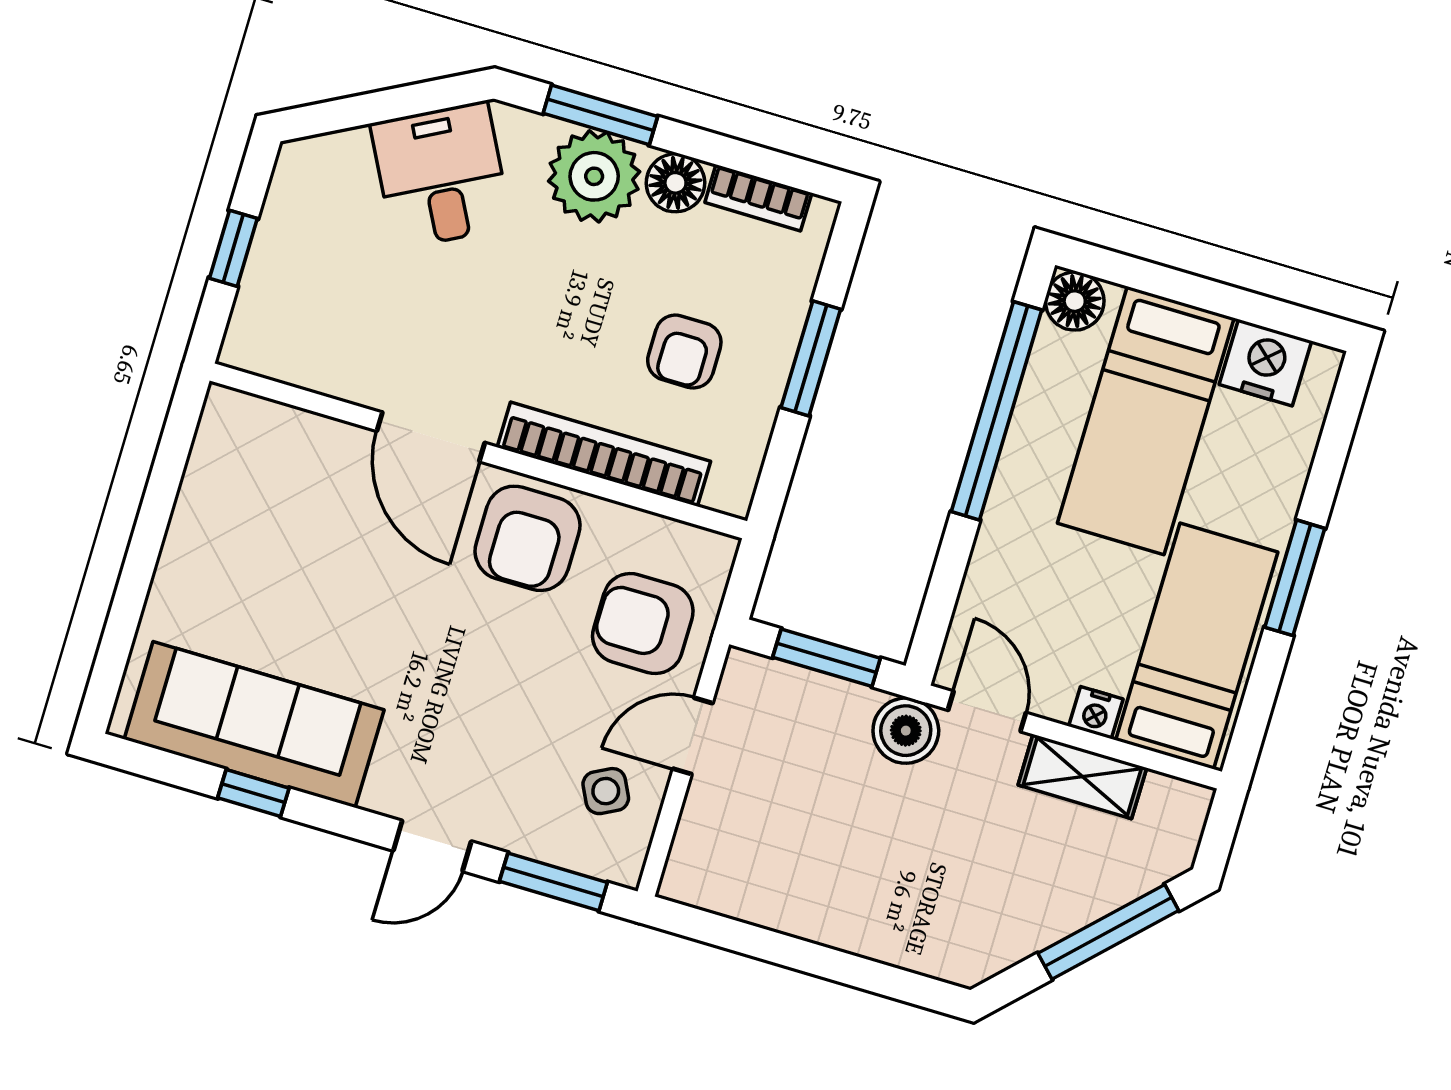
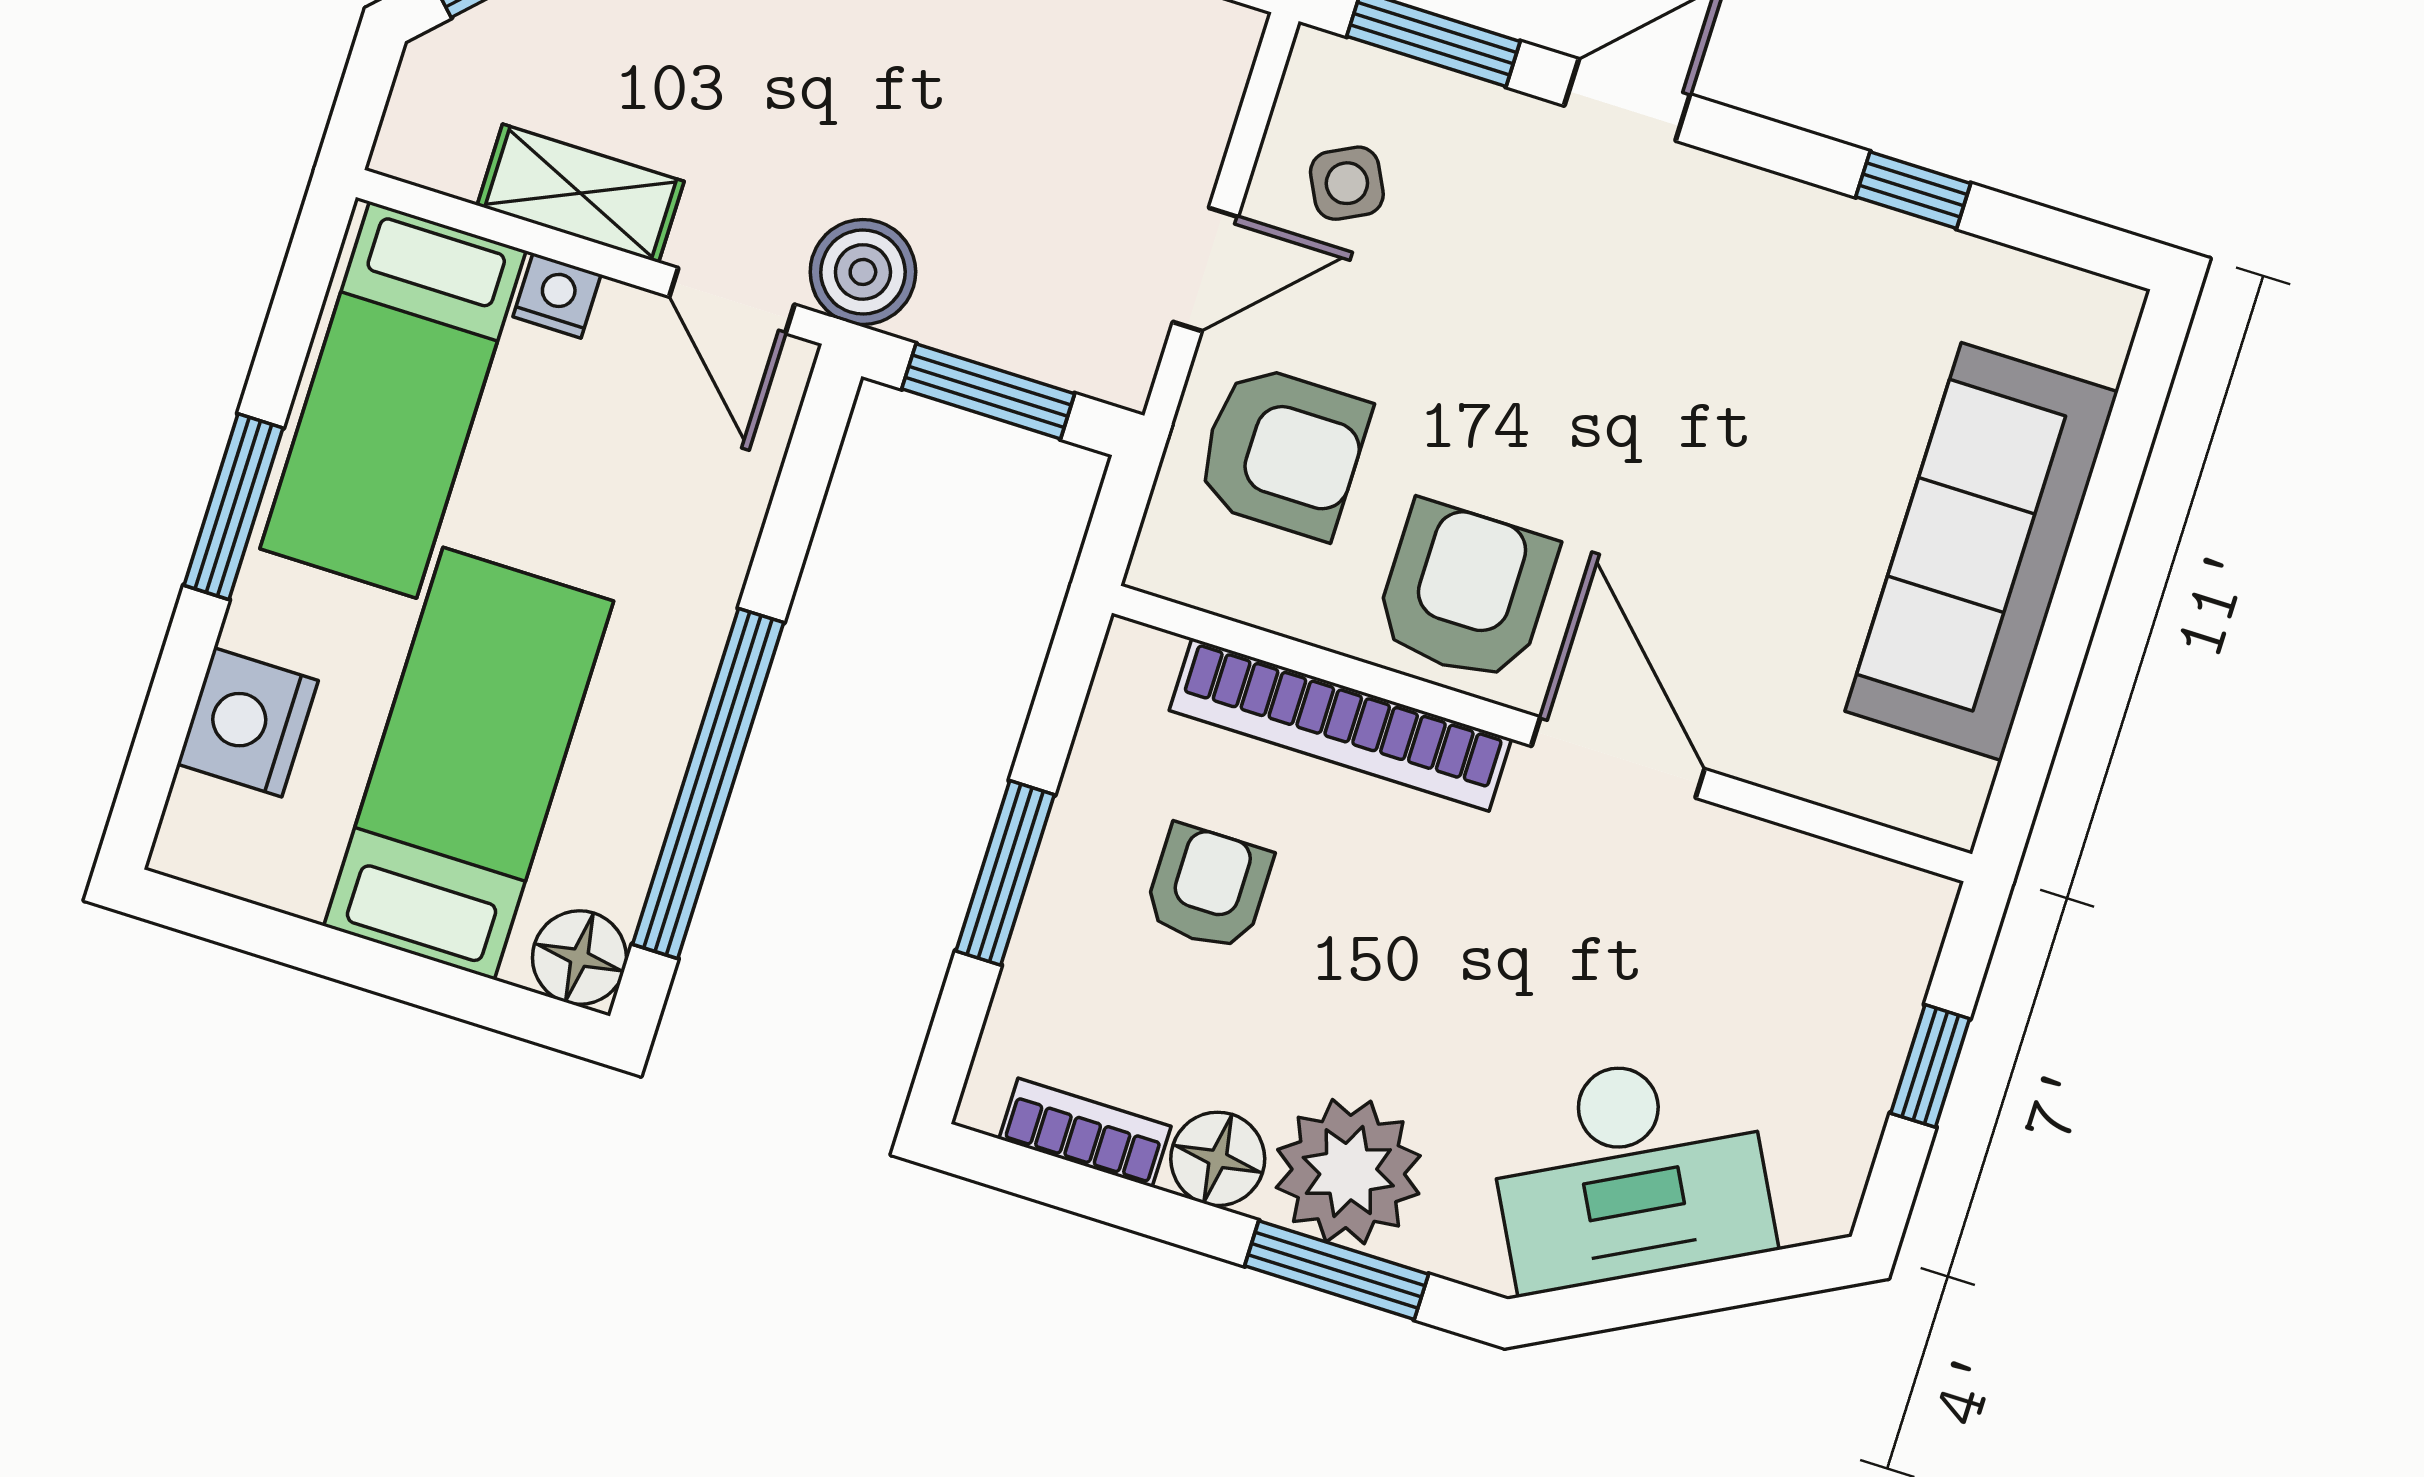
desk: (441, 175) -> (1630, 1171), width x1.37
nightstand: (1265, 363) -> (248, 722), moved, turned 90
sofa: (254, 725) -> (1982, 552), moved, turned 90

